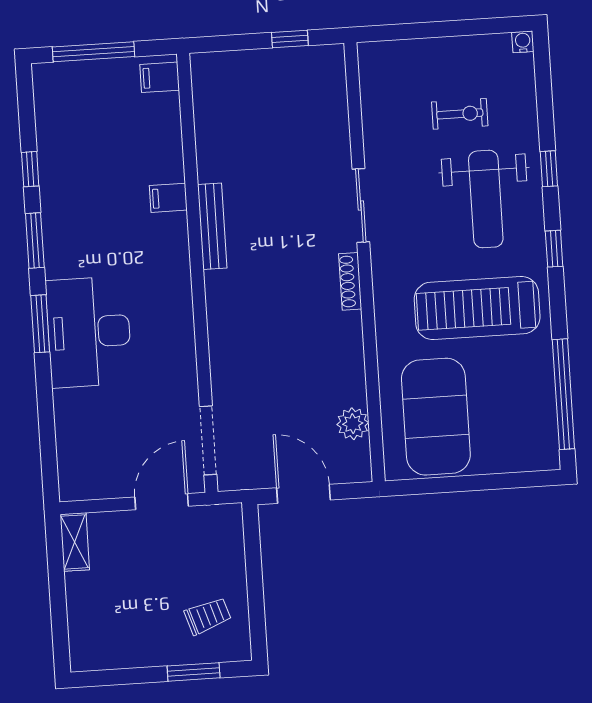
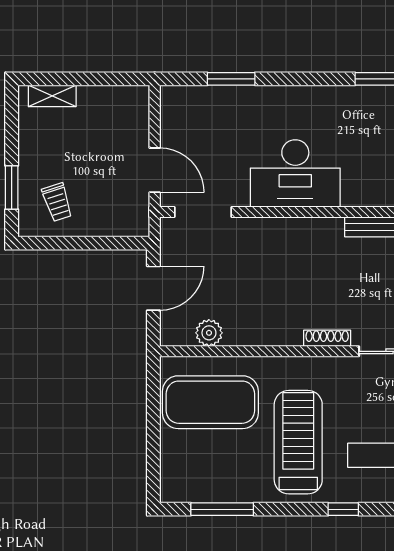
window: (40, 324) -> (231, 79), moved
desk: (89, 332) -> (295, 173), moved, turned 180
window: (563, 394) -> (222, 509), width x0.68
shelving: (75, 542) -> (52, 96), moved

